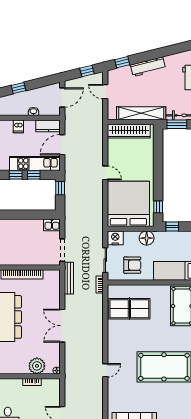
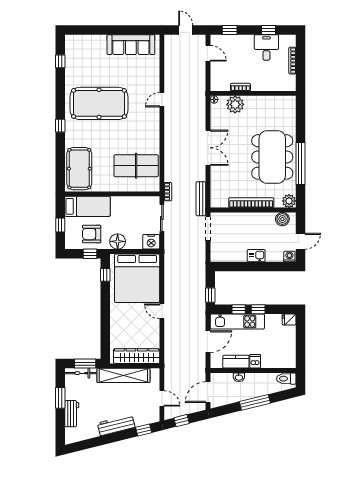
window: (19, 88) -> (255, 402), width x2.17
kitchen counter: (48, 126) -> (236, 362), moved
kitchen sink: (52, 225) -> (256, 256), moved
armchair: (132, 265) -> (92, 234), moved

